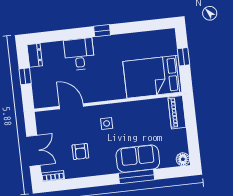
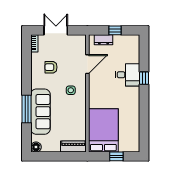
window: (102, 31) -> (144, 78), moved
dresser: (35, 55) -> (104, 40), moved
double door: (33, 151) -> (56, 30), swing flipped
sofa: (138, 159) -> (40, 112), width x1.36

